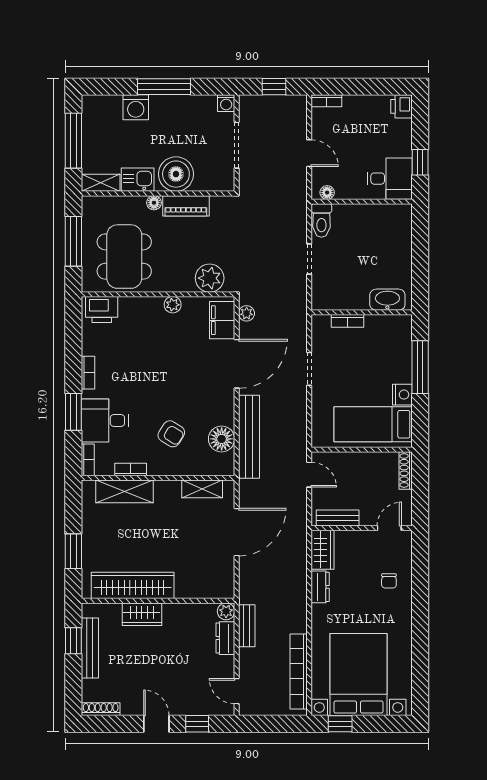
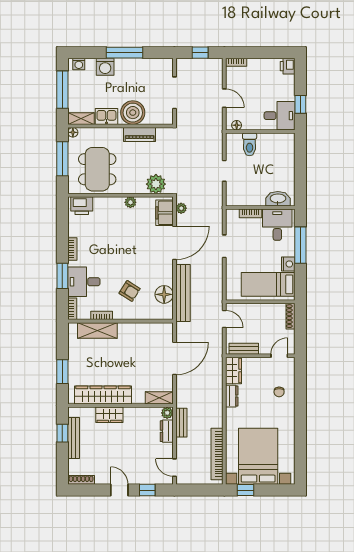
washing machine: (226, 103) -> (79, 64), moved
floor lamp: (154, 203) -> (73, 132), moved
toilet: (321, 220) -> (250, 144), moved
desk: (386, 337) -> (277, 225), added
shelving: (202, 489) -> (159, 398), moved

